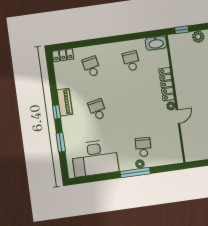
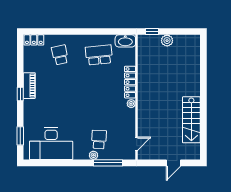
school desk: (131, 61) -> (99, 55), width x1.85
school desk: (97, 110) -> (60, 97), removed
door: (178, 117) -> (137, 144), moved
window: (61, 142) -> (20, 136), moved
window: (135, 173) -> (108, 163), moved

